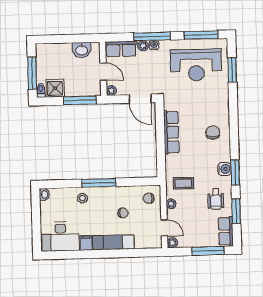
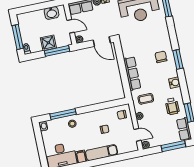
shower: (55, 88) -> (48, 43), moved
row of seats: (171, 132) -> (132, 73), moved
window: (235, 173) -> (178, 59), moved
window: (99, 183) -> (63, 114), moved

